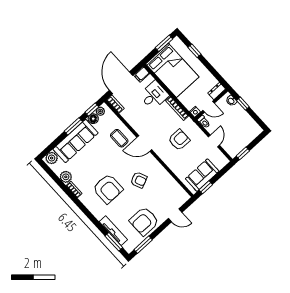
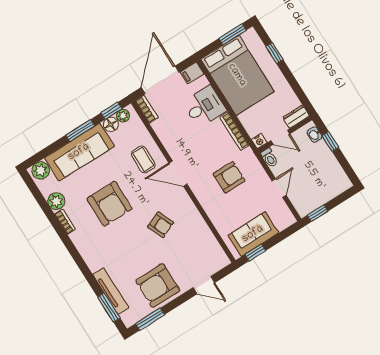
armchair: (108, 189) -> (110, 204), moved

